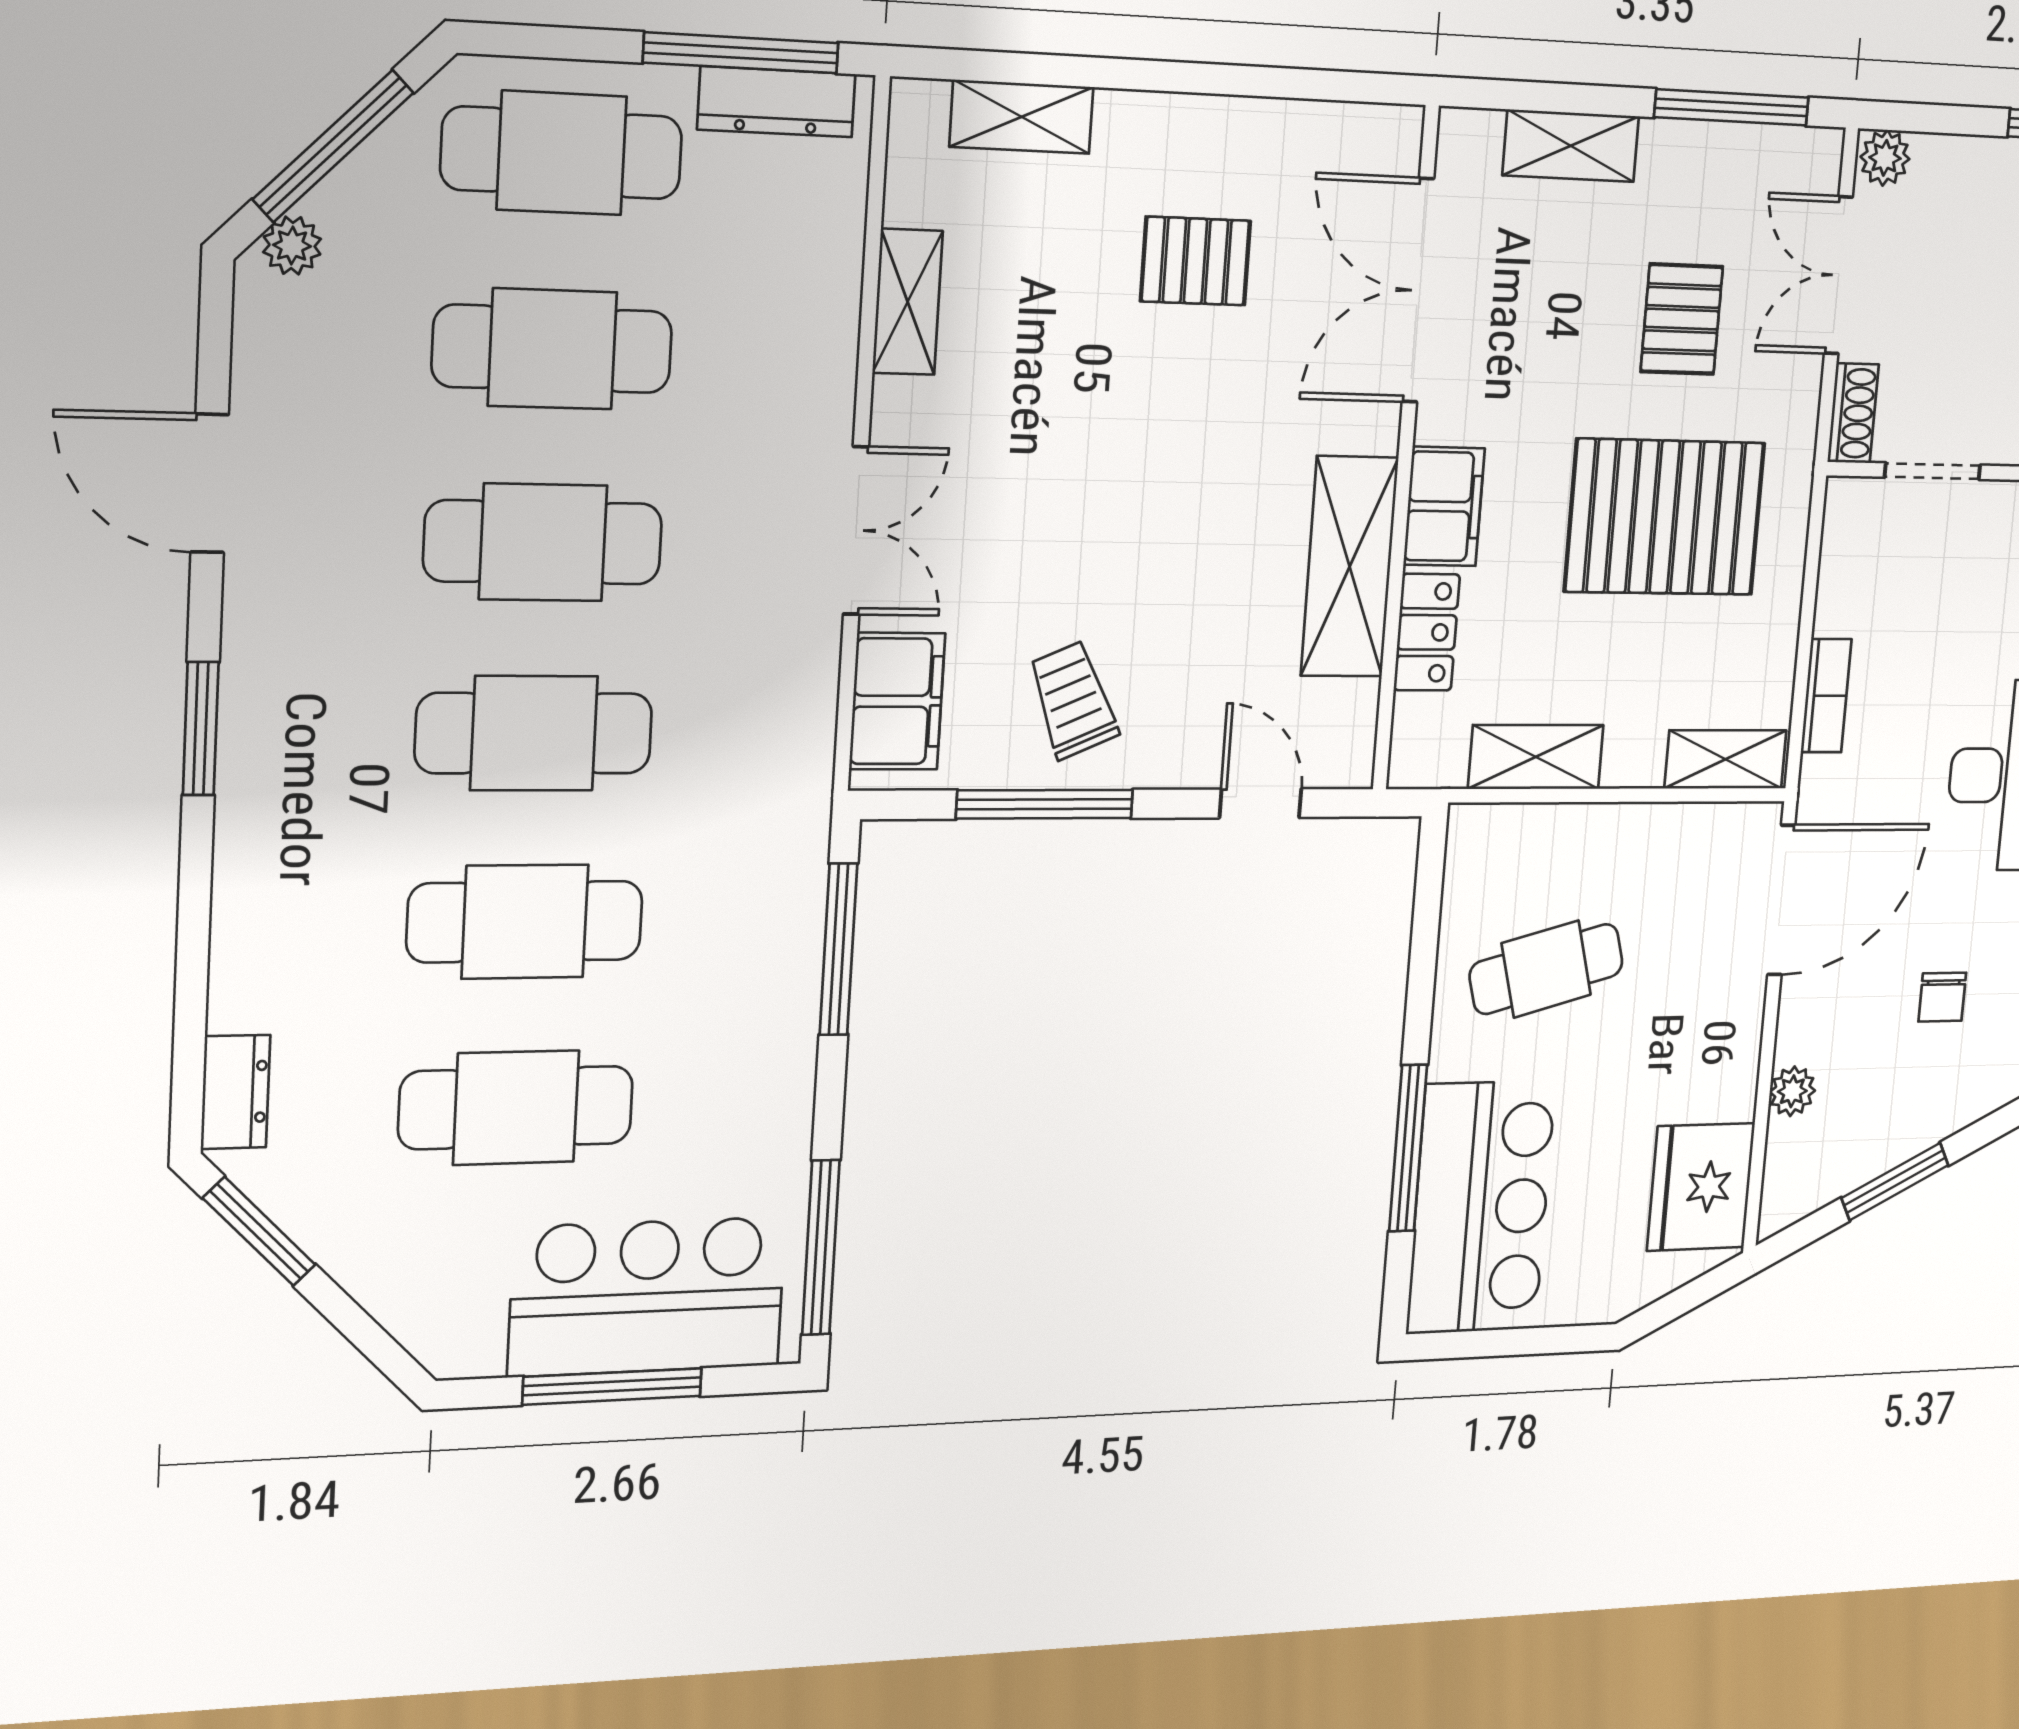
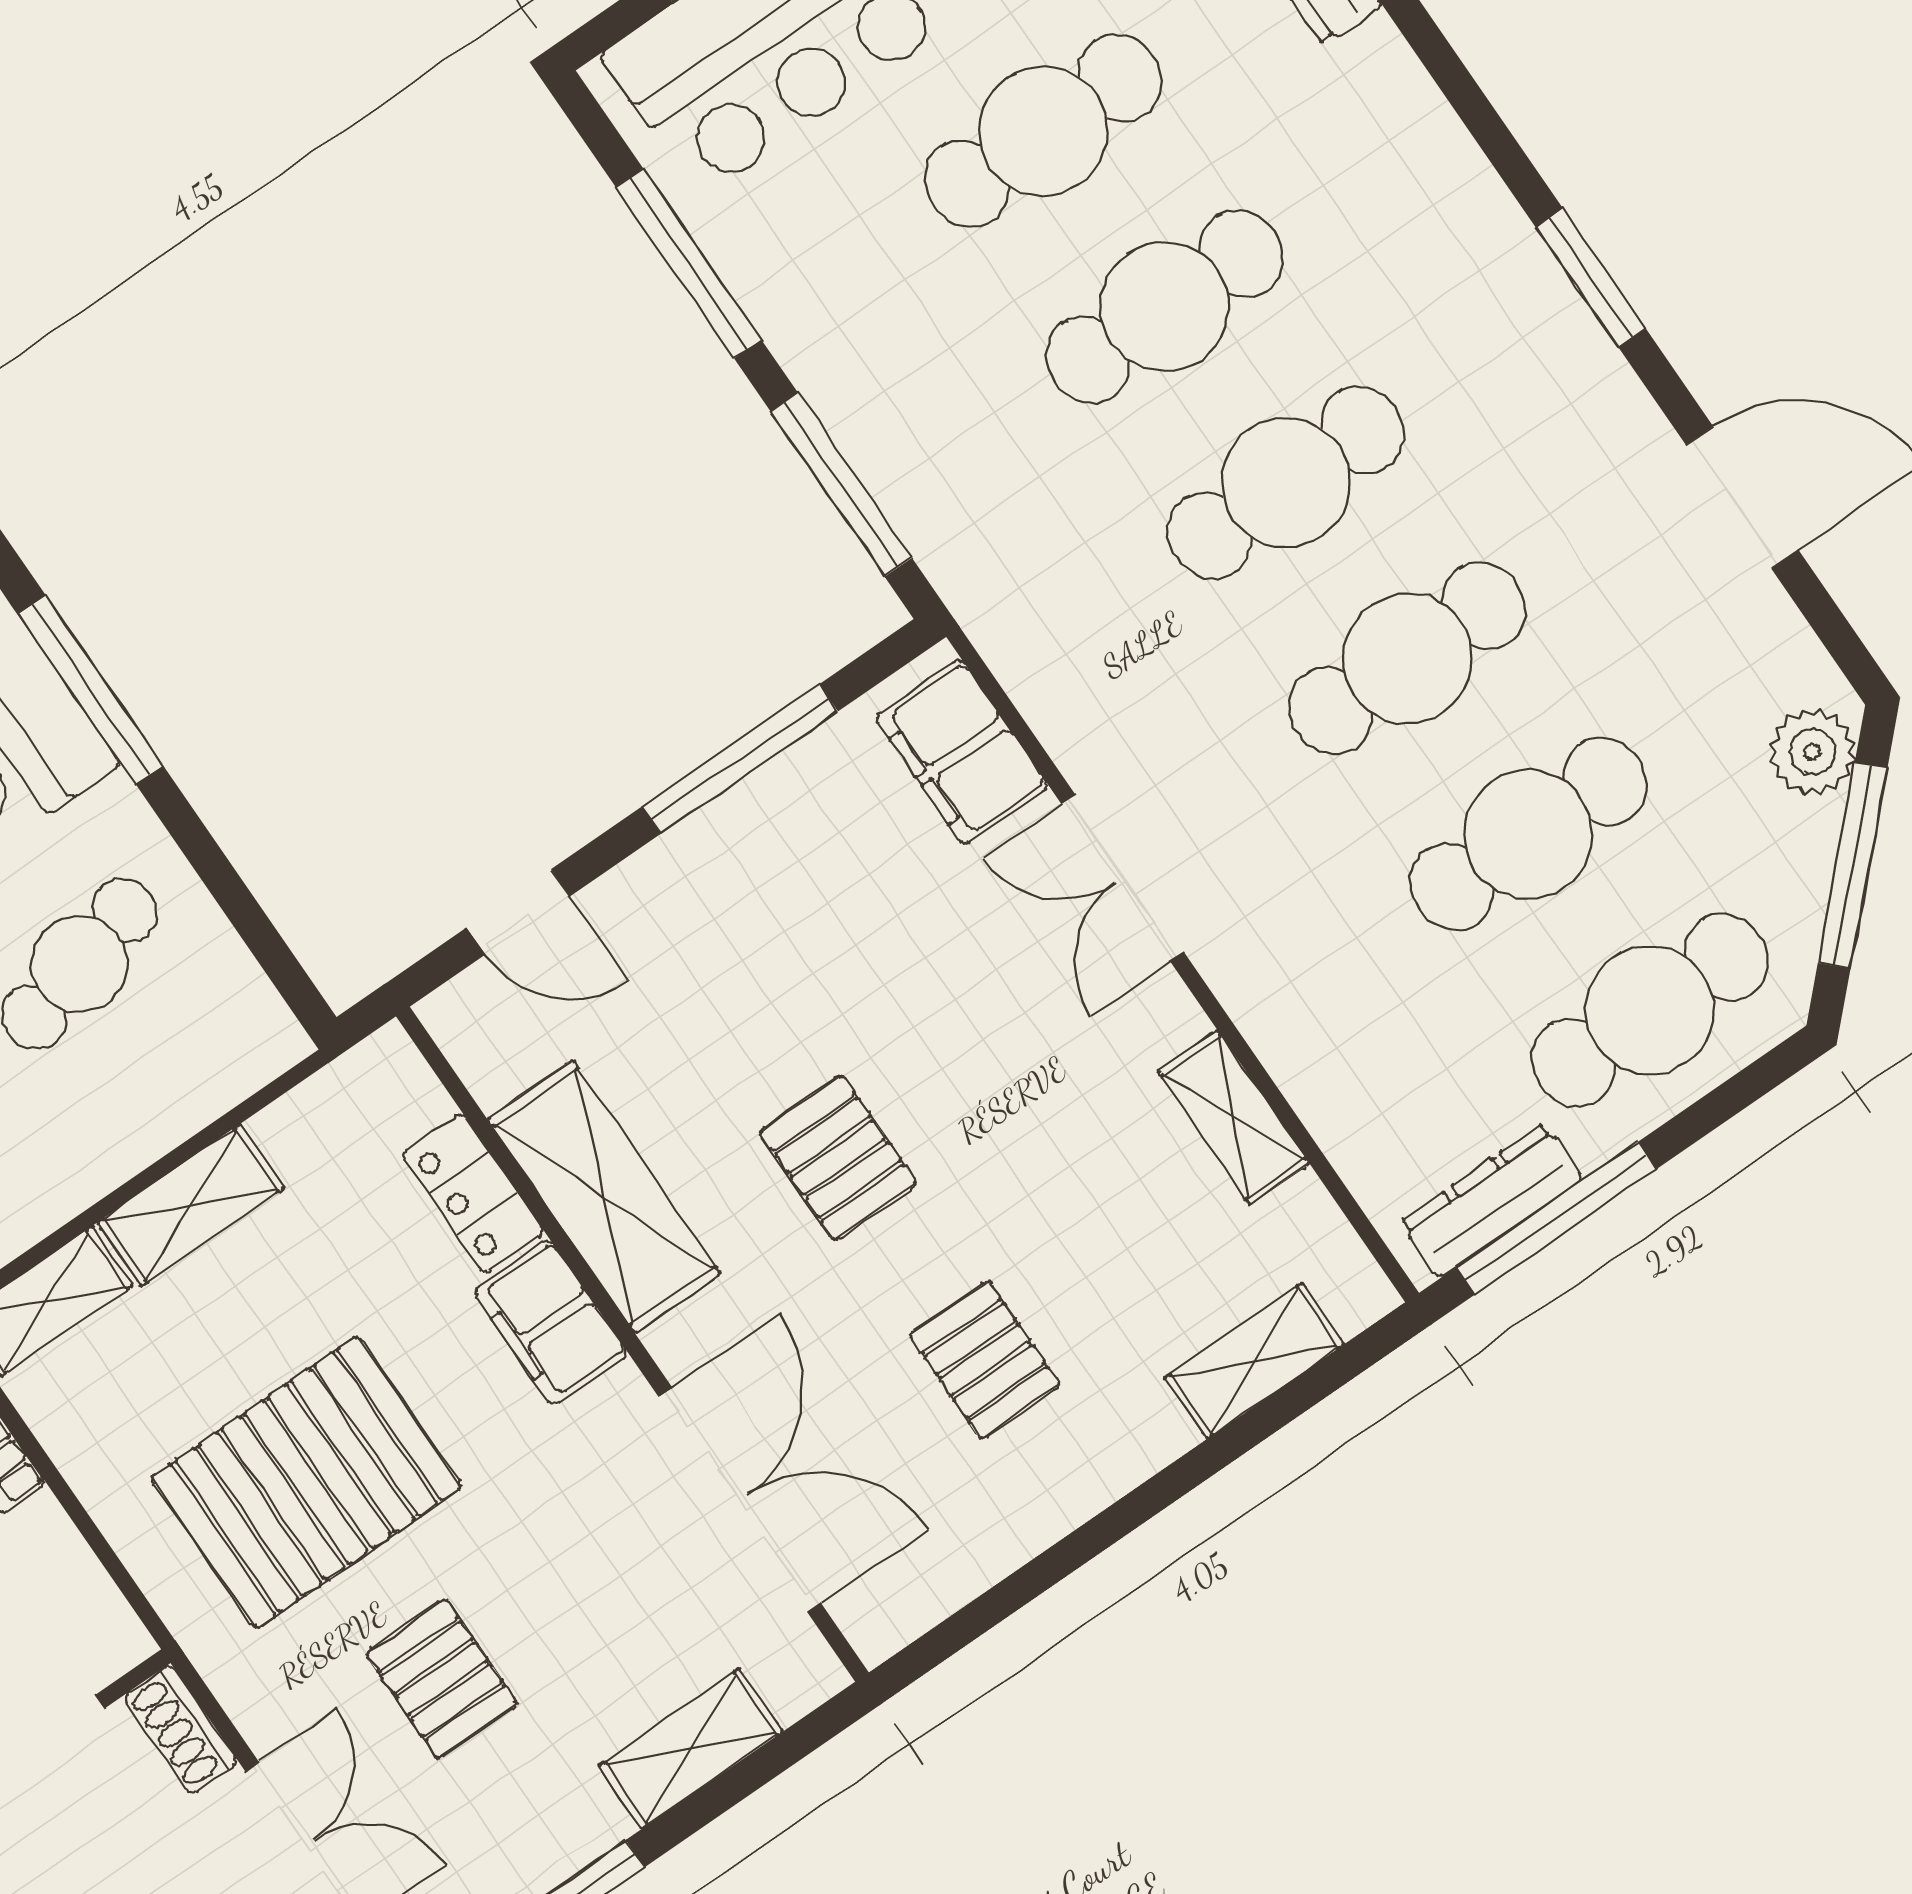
plant: (292, 246) -> (1812, 752), width x1.38, depth x1.38
pallet: (1195, 261) -> (985, 1360), turned 90
pallet: (1185, 478) -> (838, 1158), added
trolley: (1073, 700) -> (788, 875), removed
shelving: (1536, 757) -> (191, 1205), moved
window: (821, 1247) -> (689, 263), moved

